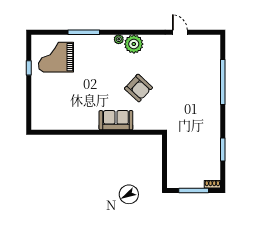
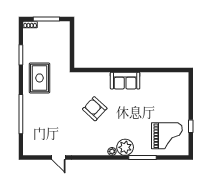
plant: (134, 44) -> (125, 147), moved
sofa: (116, 120) -> (125, 81), moved
rug: (202, 123) -> (39, 78), added

